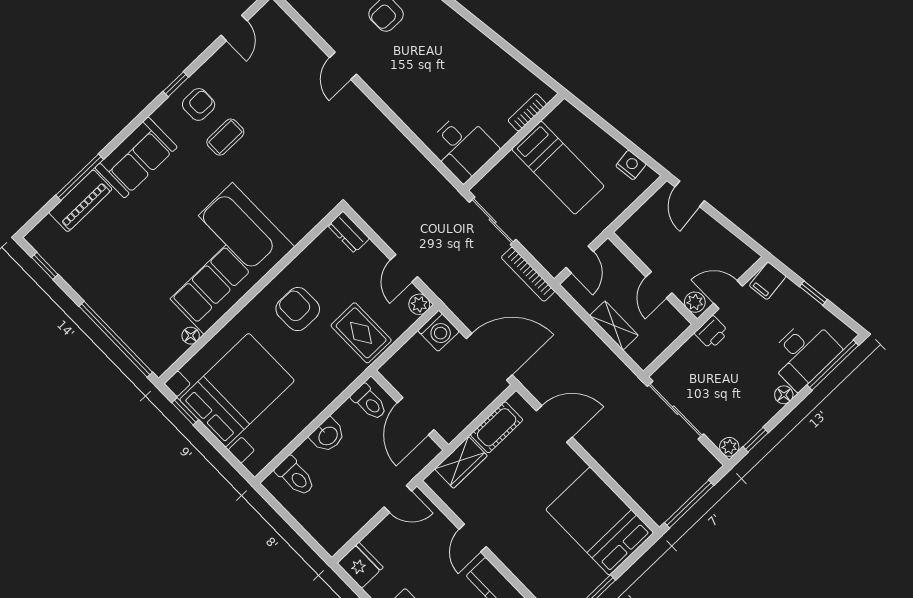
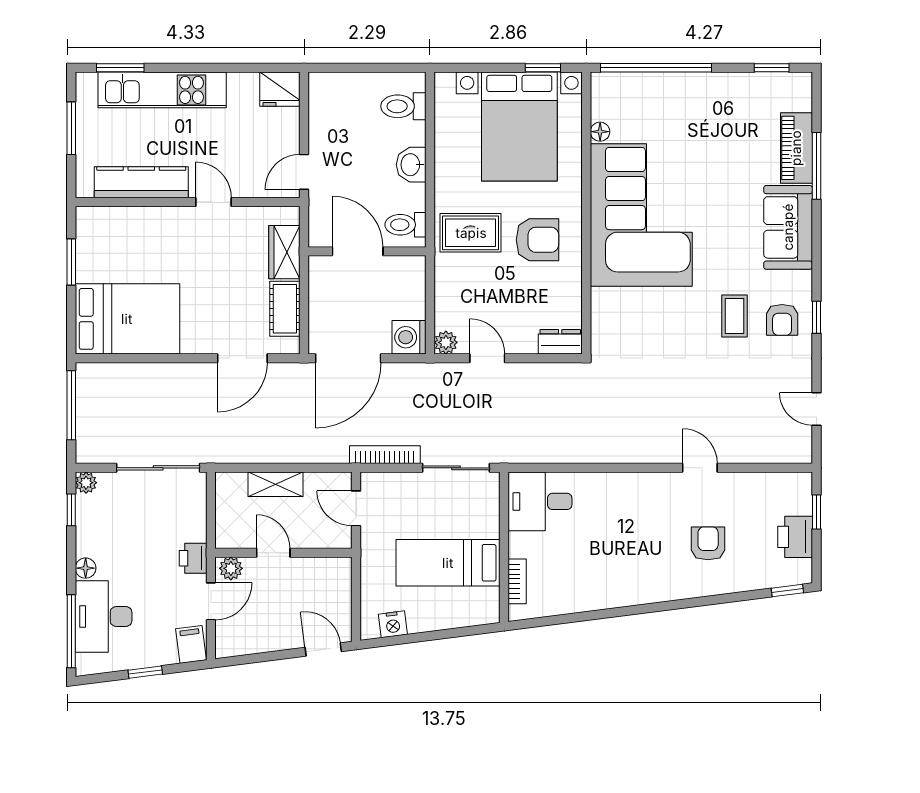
rug: (361, 333) -> (471, 233), moved

